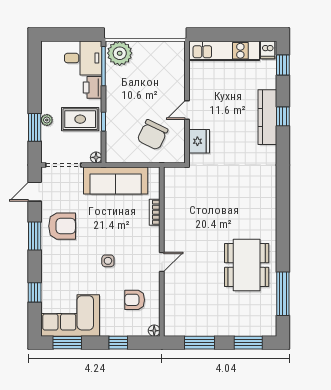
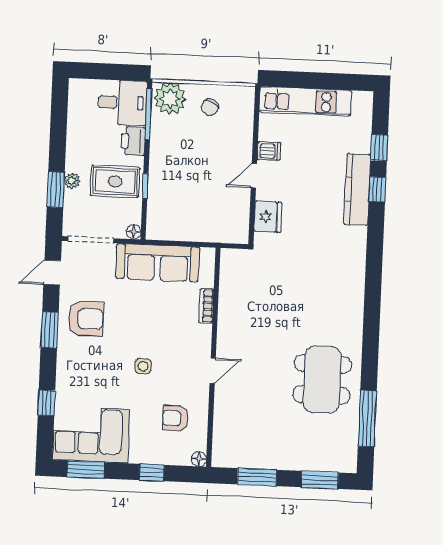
dishwasher: (268, 50) -> (269, 151), moved, turned -90
window: (283, 65) -> (379, 148), moved
chair: (152, 135) -> (210, 107), moved, width x0.54, depth x0.54

